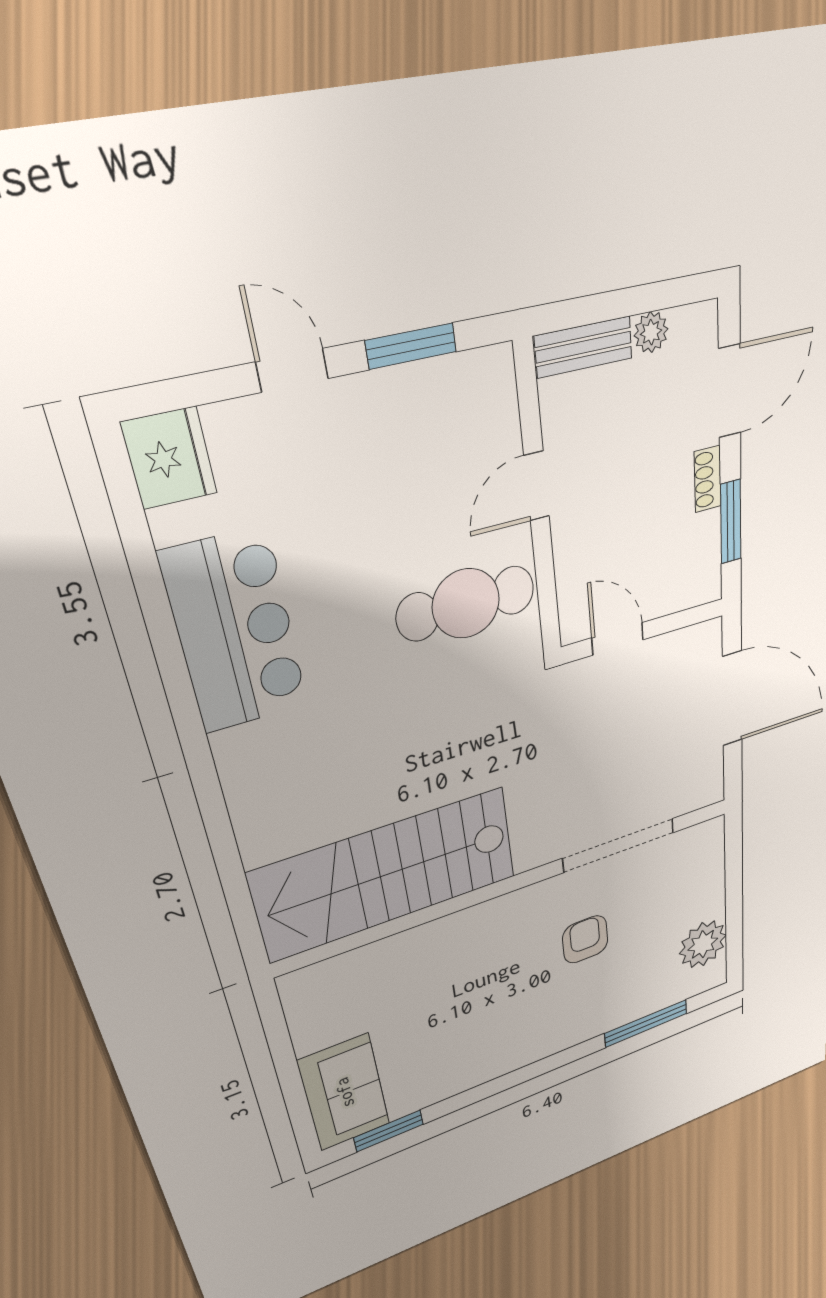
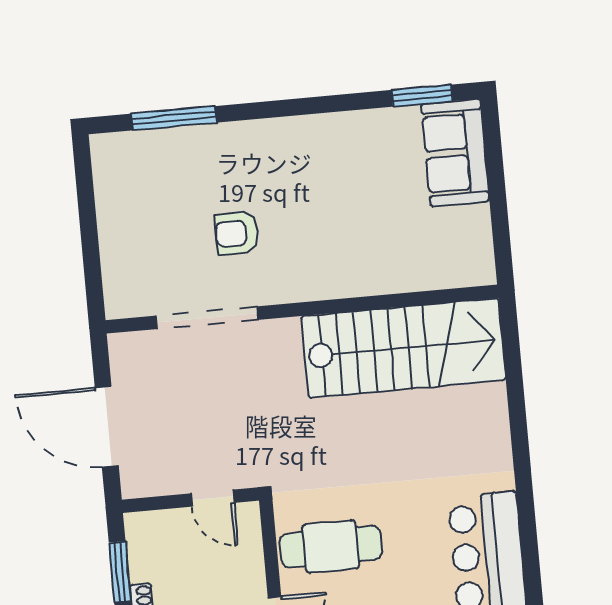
armchair: (585, 939) -> (237, 233), turned 90
plant: (703, 944) -> (118, 188), removed

